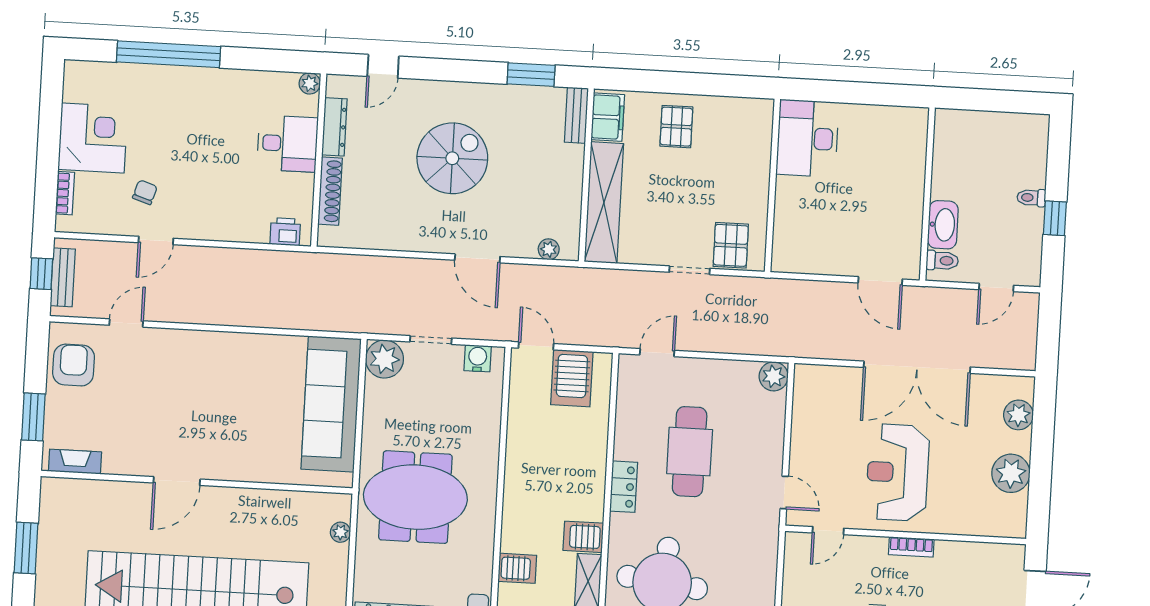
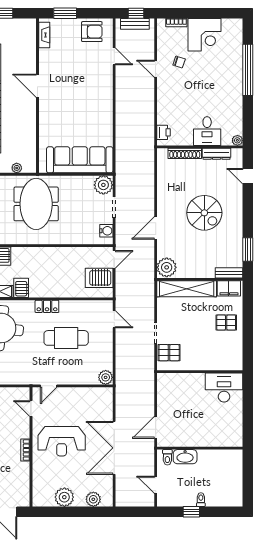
plant: (549, 249) -> (167, 267), width x1.88, depth x1.88
reception desk: (898, 472) -> (62, 441), turned 180

